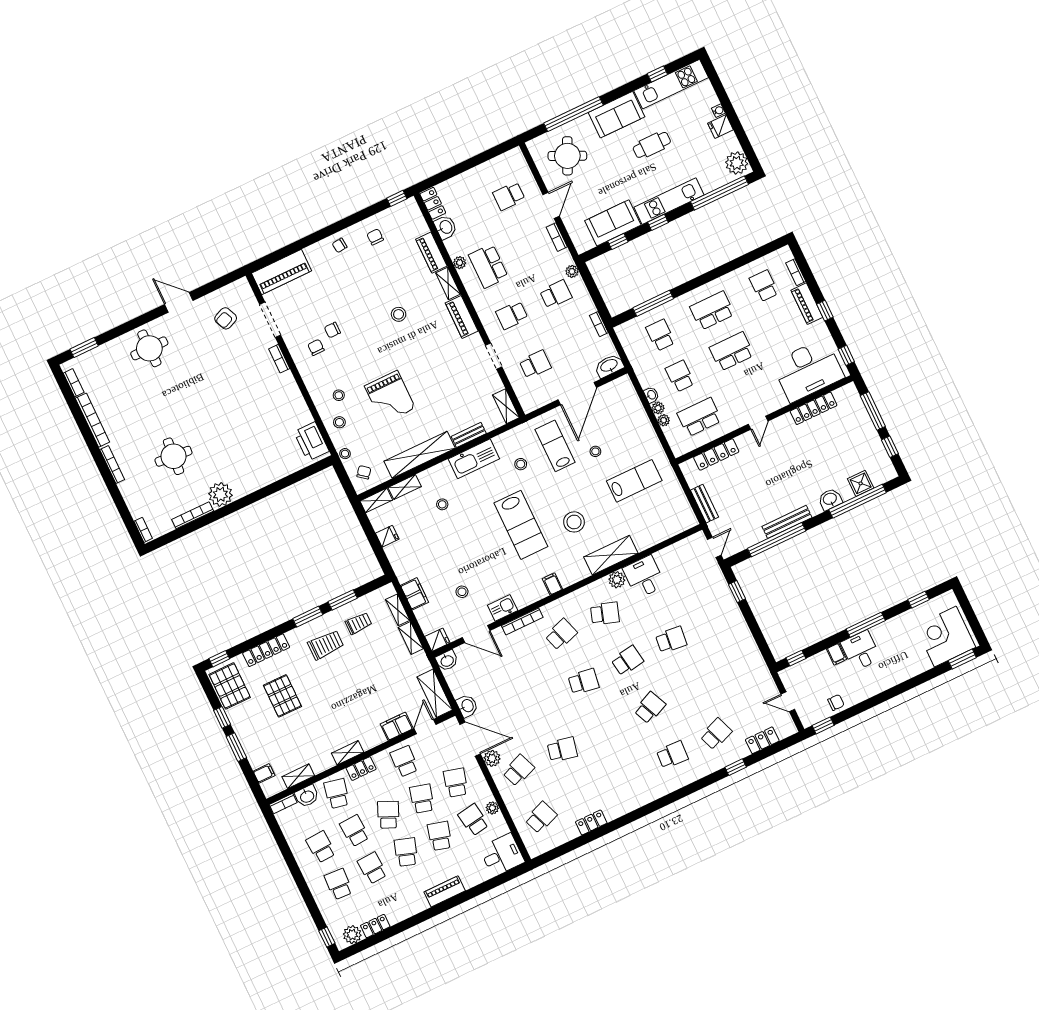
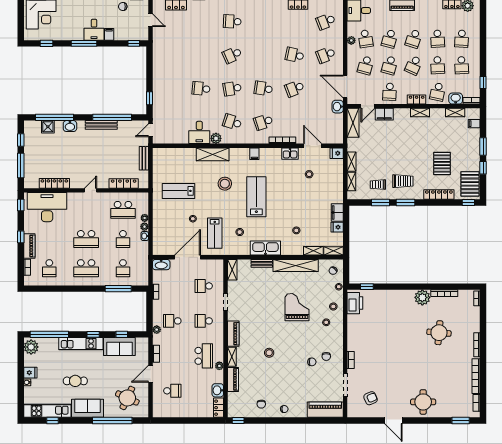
school desk: (512, 315) -> (204, 321), turned 180
window: (306, 473) -> (367, 287), added
filing cabinet: (414, 594) -> (337, 212), moved
trolley: (326, 645) -> (403, 181), turned 180
washbasin: (447, 661) -> (337, 138), removed
school desk: (716, 734) -> (295, 89), moved
plant: (492, 758) -> (338, 69), removed
window: (327, 937) -> (483, 82), moved

